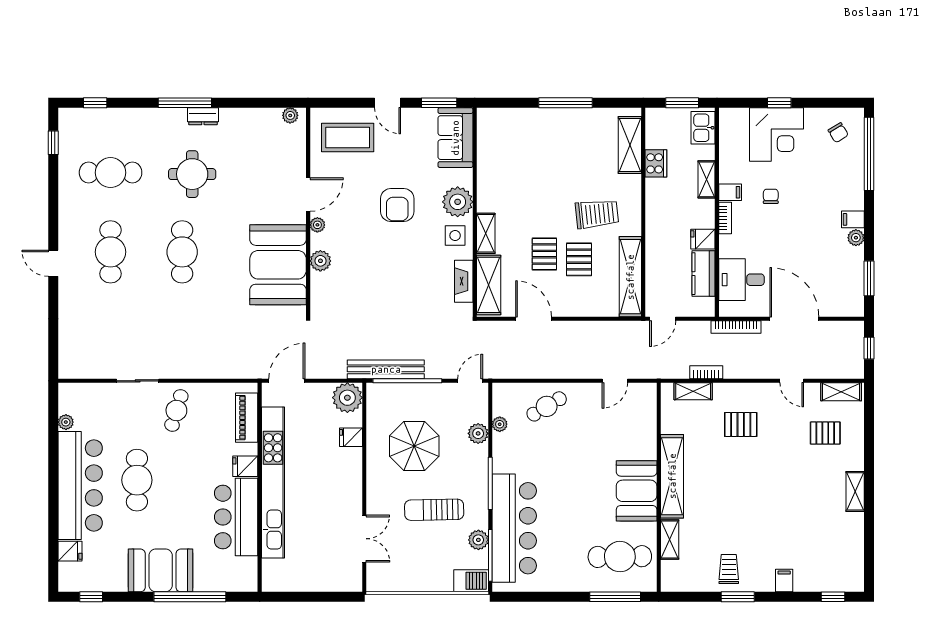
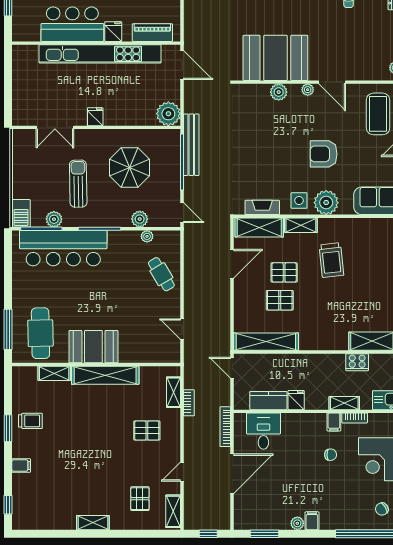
trolley: (597, 214) -> (331, 260), moved
bookcase: (725, 218) -> (355, 418), moved
pallet: (741, 424) -> (147, 431), turned 90
fridge: (351, 437) -> (95, 117), moved

